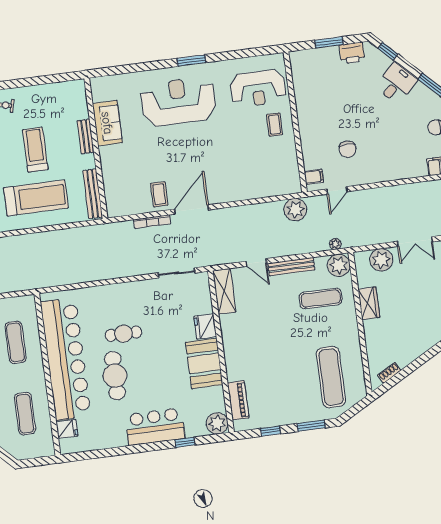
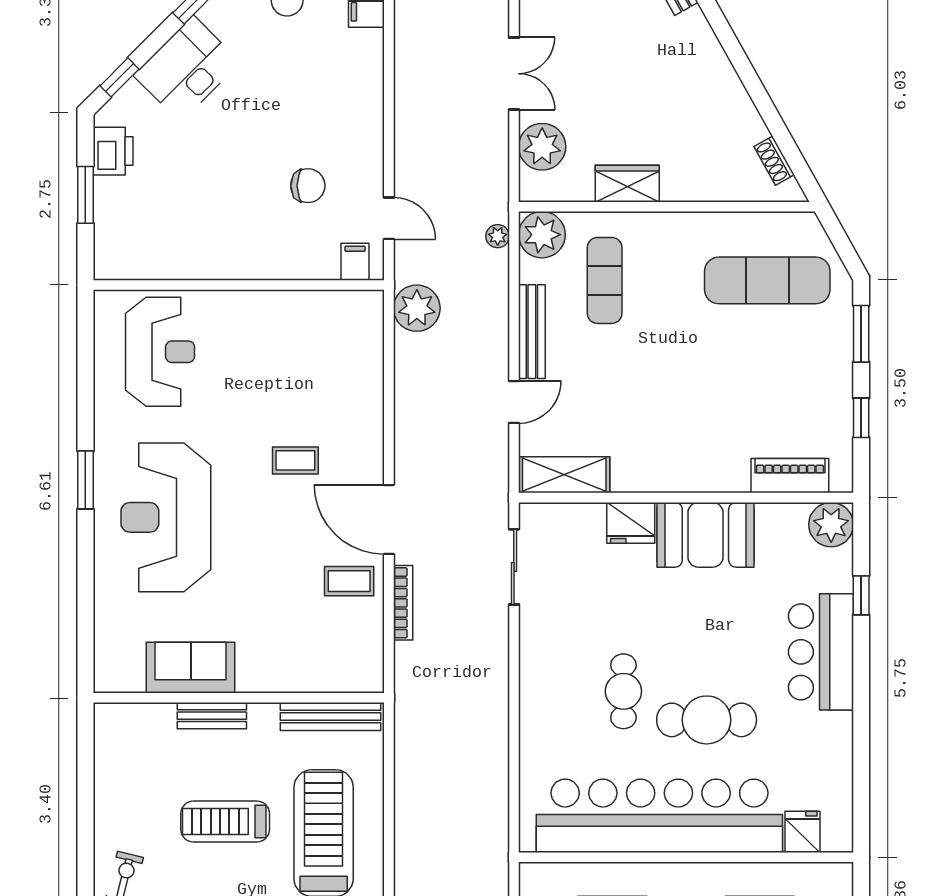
desk: (396, 83) -> (187, 69), width x1.37
coffee table: (275, 125) -> (295, 460), moved

